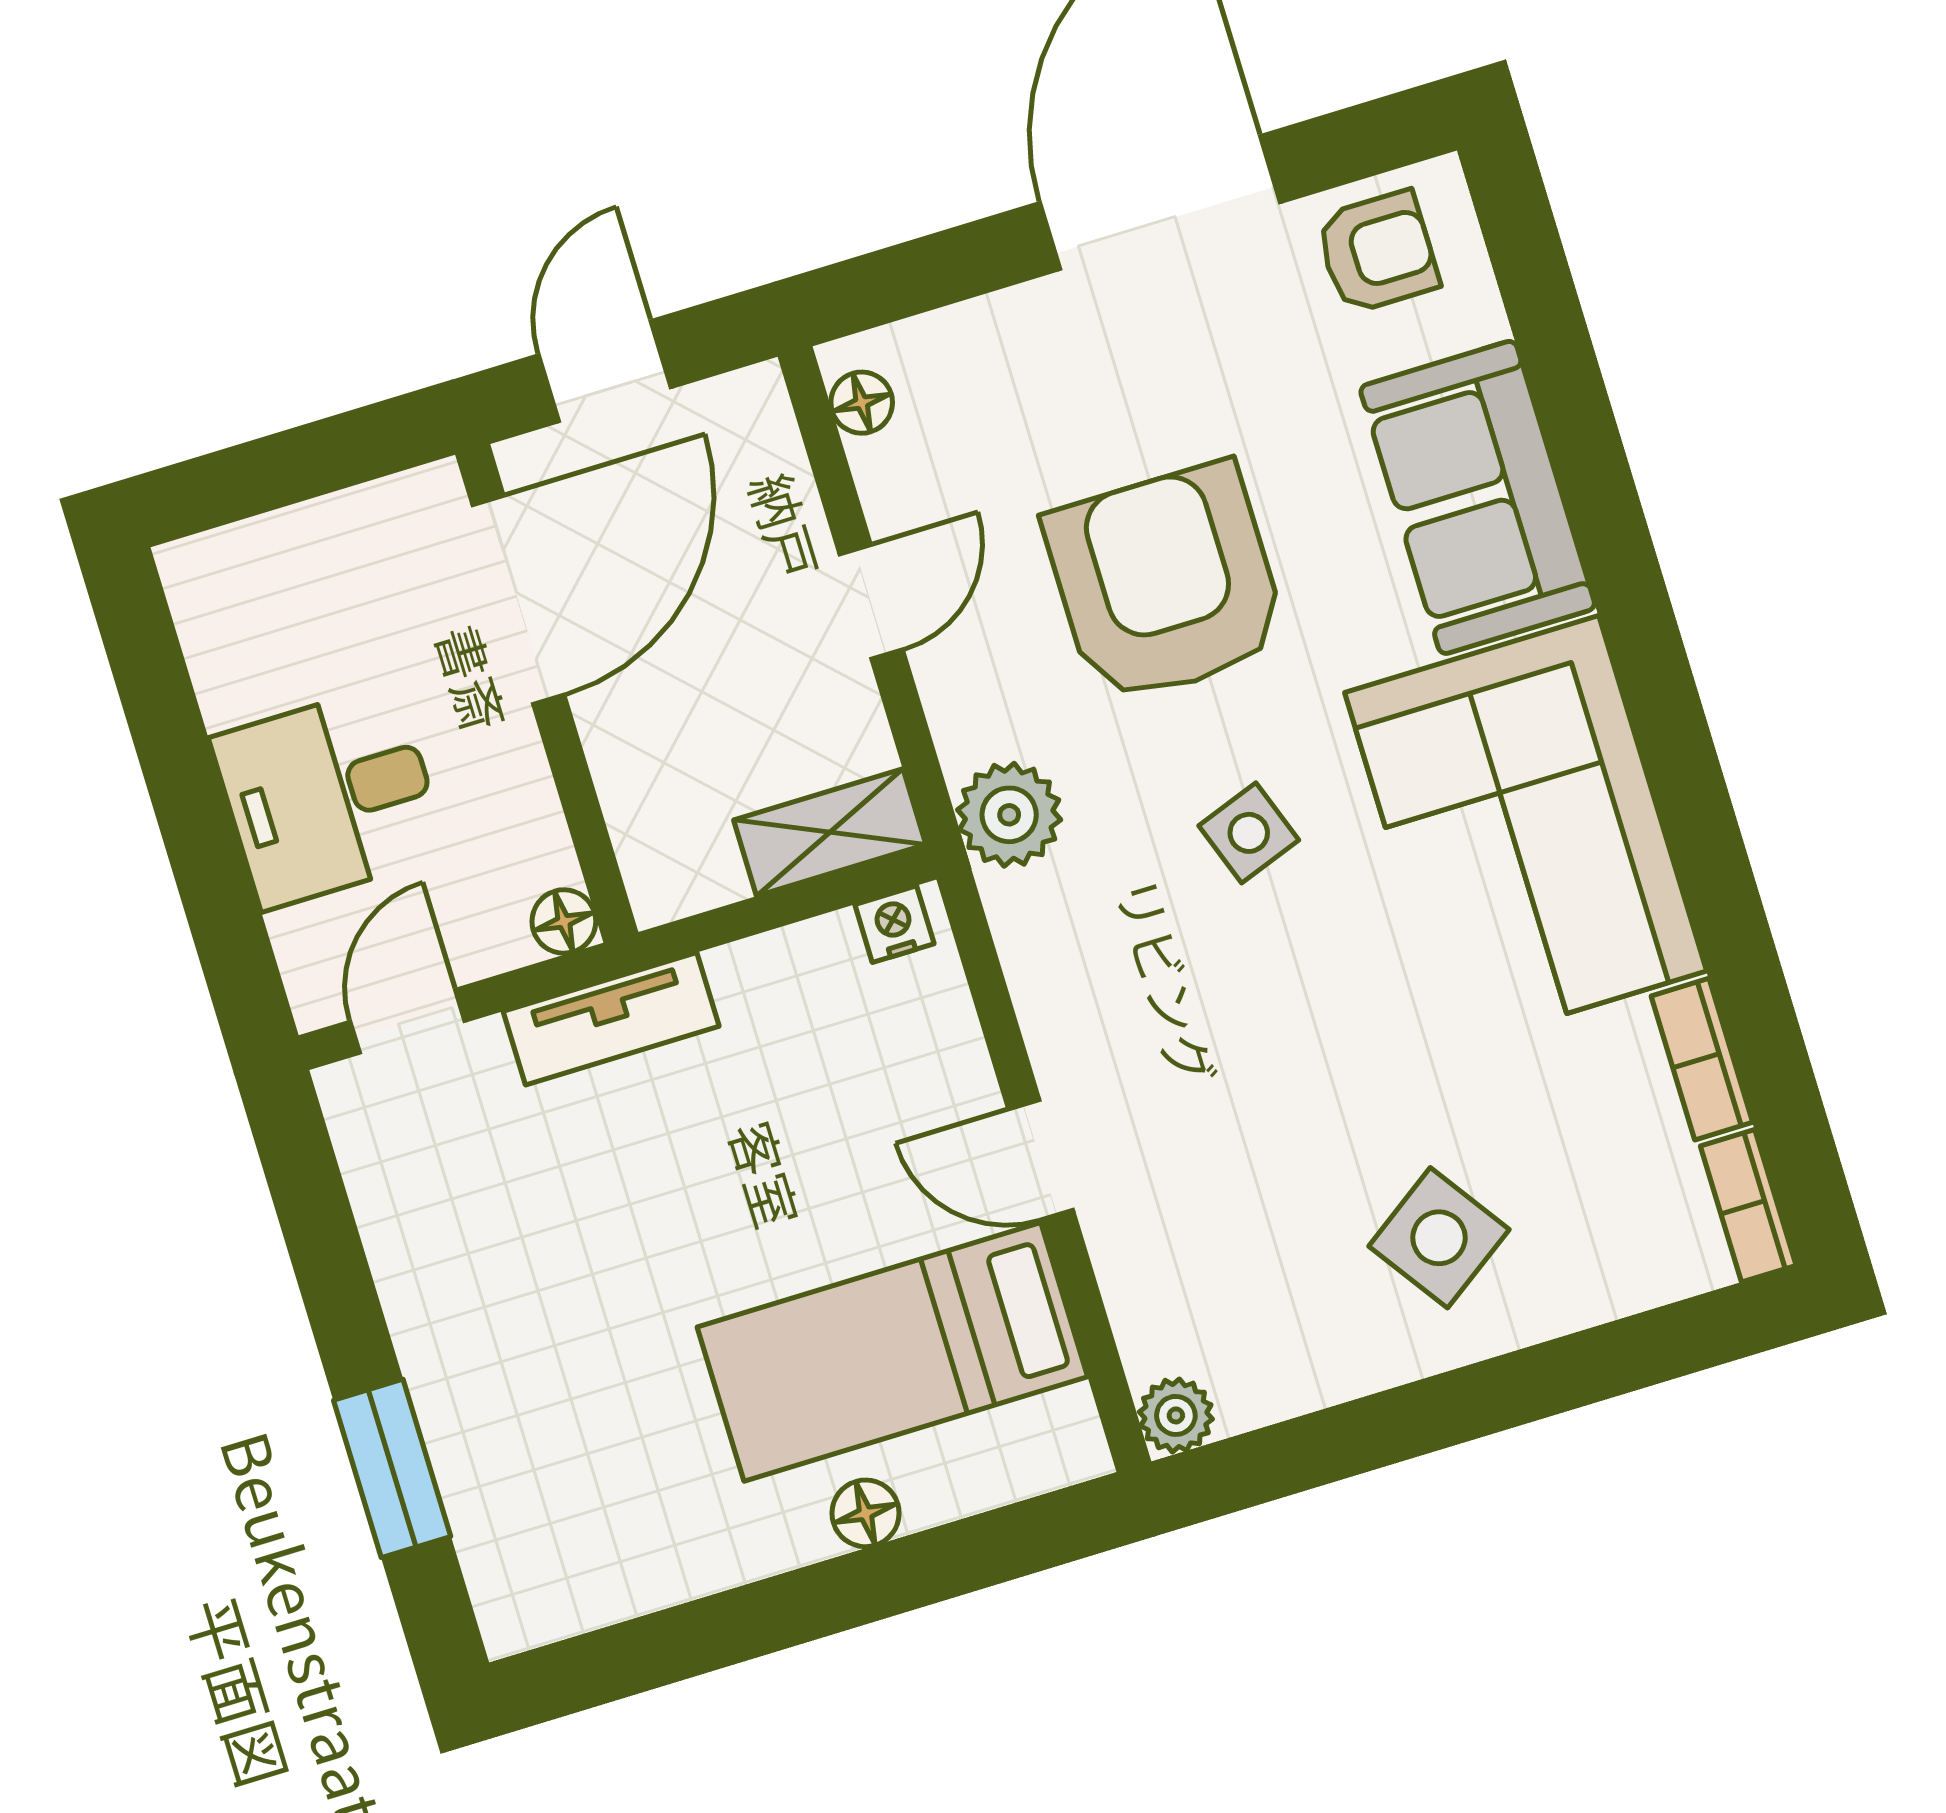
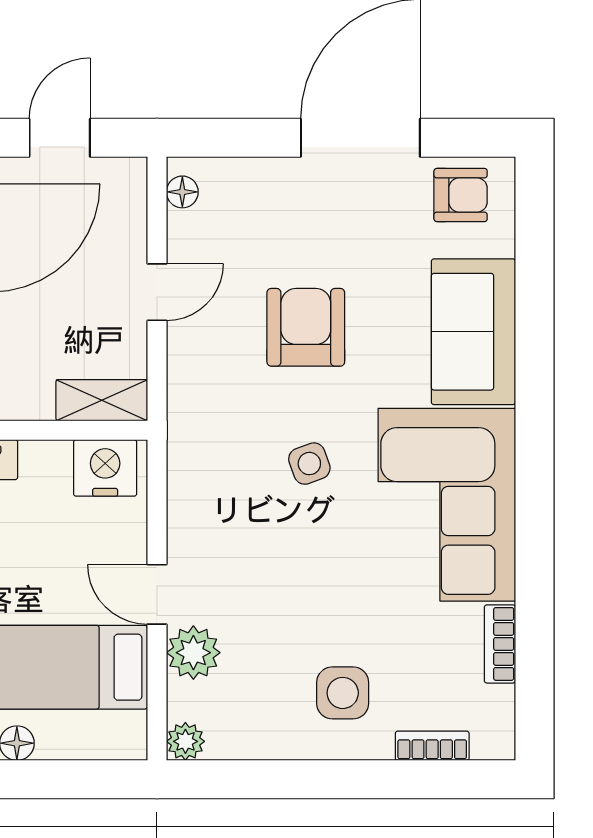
armchair: (1166, 583) -> (306, 327), width x0.73, depth x0.73
plant: (1009, 815) -> (193, 653), moved
nightstand: (894, 924) -> (105, 468), width x1.89, depth x1.79
bookcase: (1748, 1206) -> (432, 746), moved, turned 90
side table: (1439, 1238) -> (343, 693), turned 35

